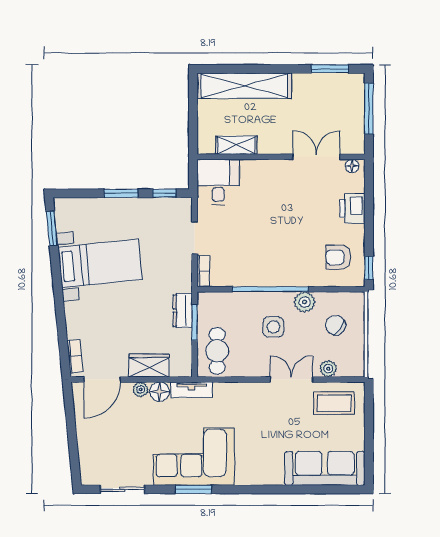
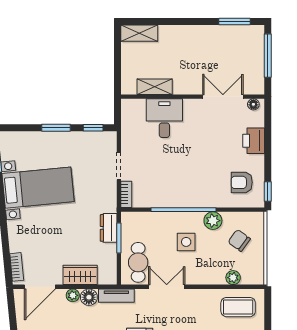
shelving: (244, 86) -> (139, 33), width x0.45, depth x0.75
desk: (218, 182) -> (164, 118), moved
double door: (292, 379) -> (167, 287), moved

